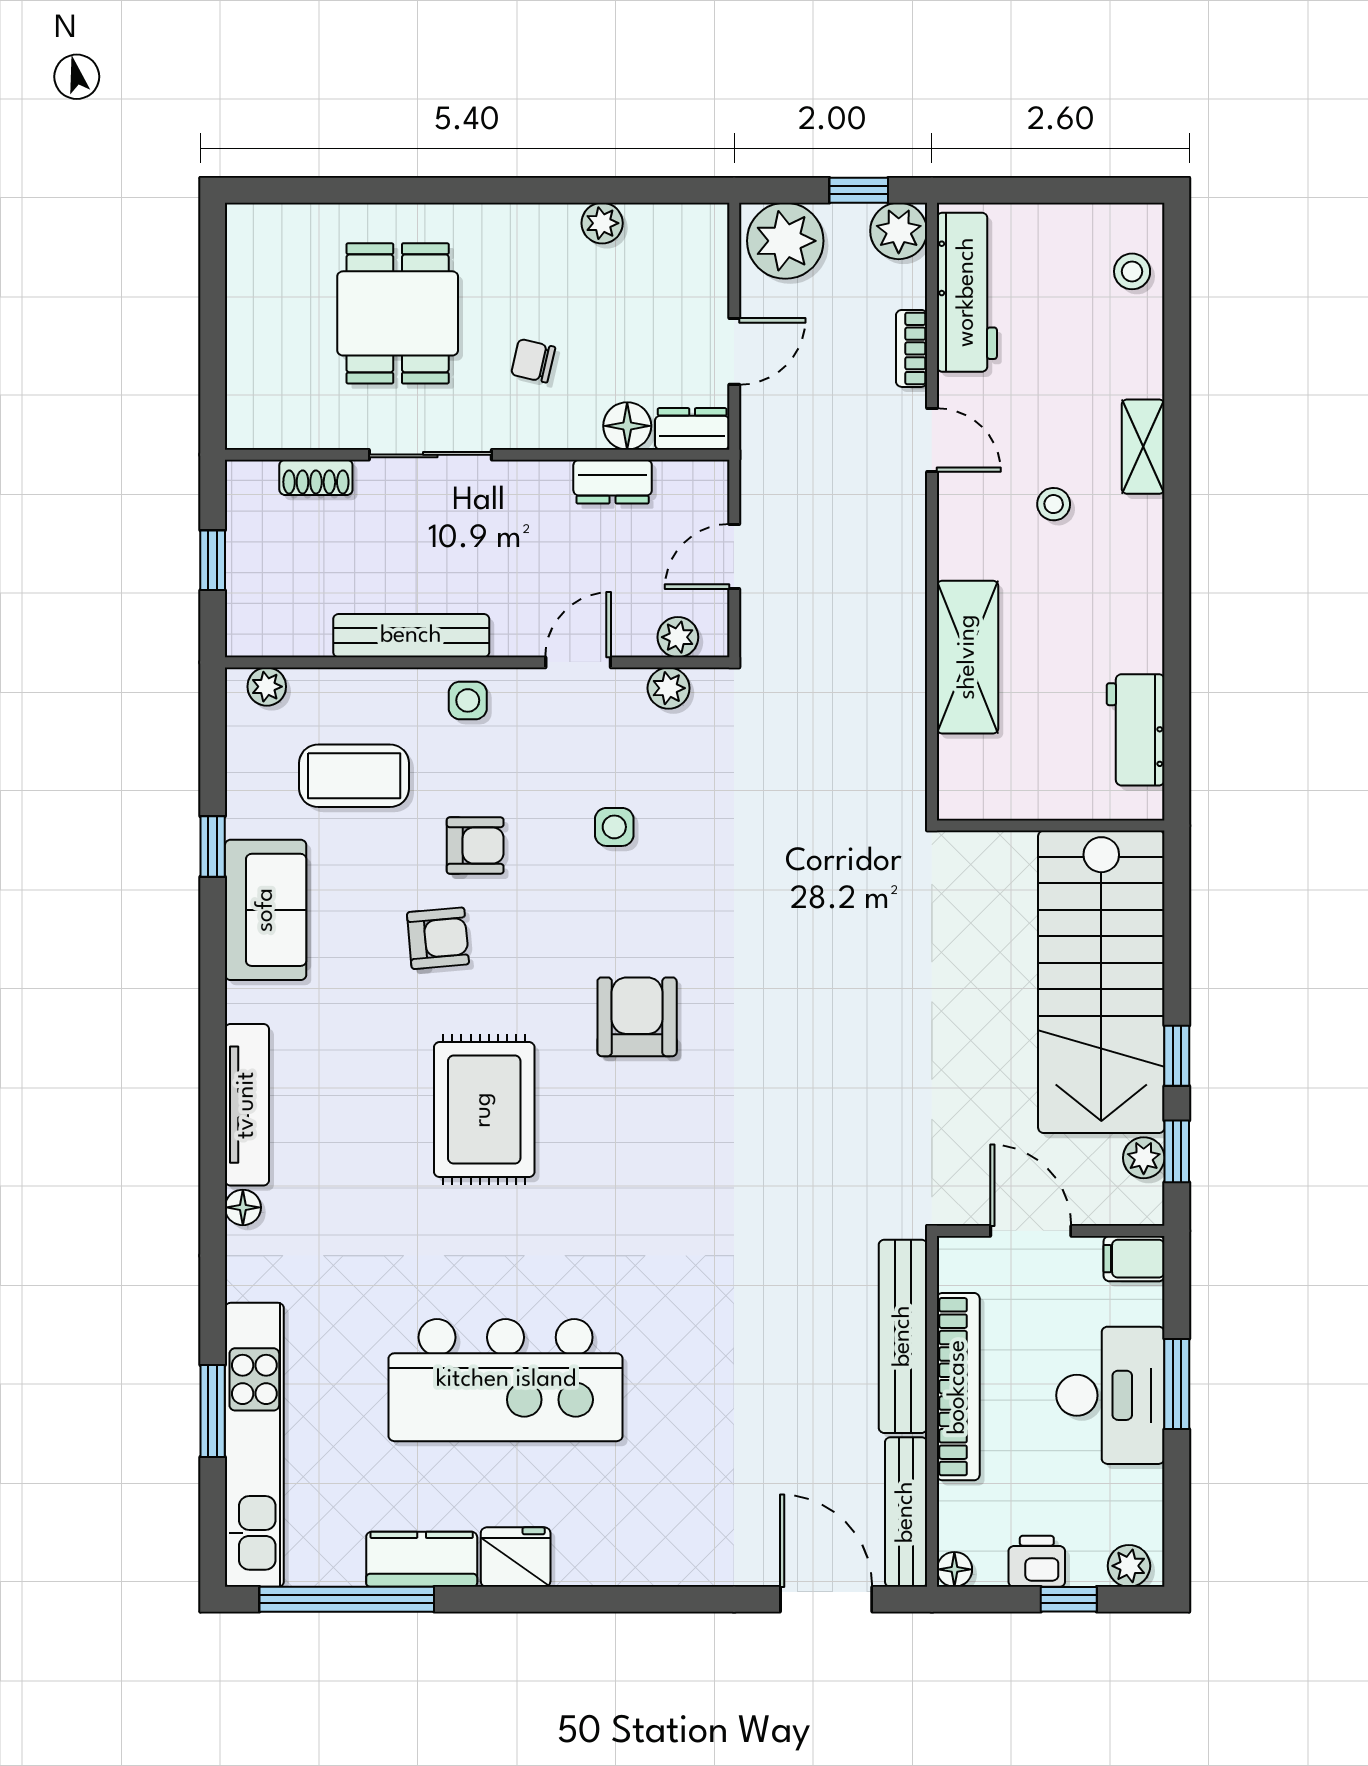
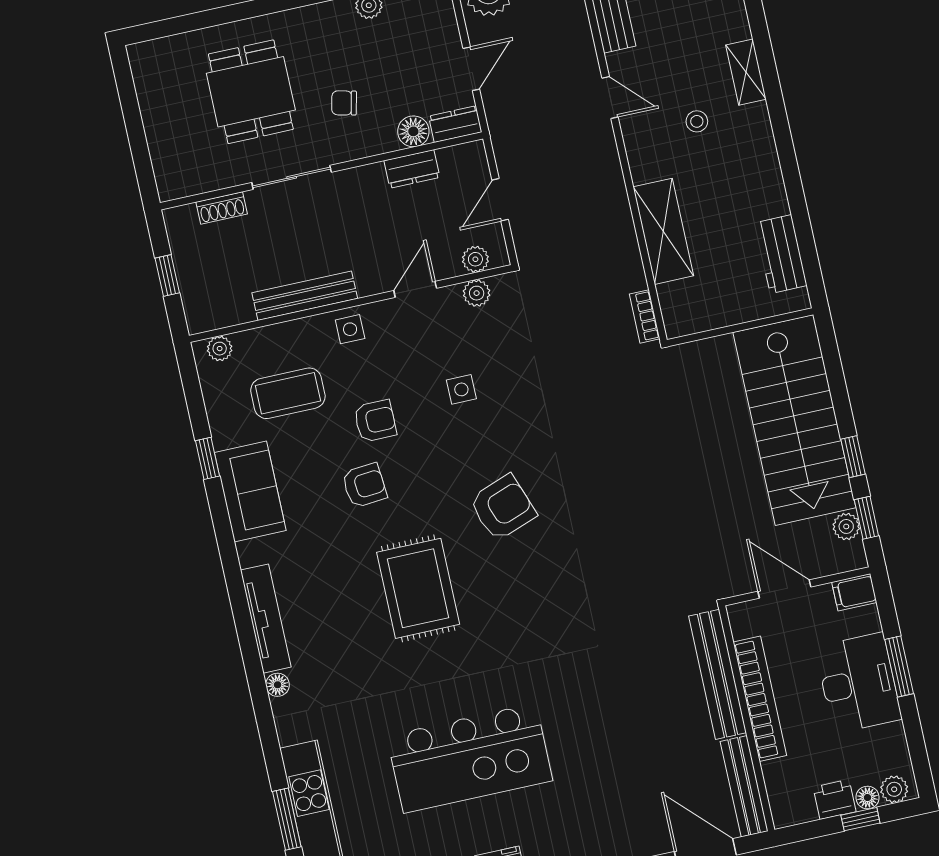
bookcase: (912, 348) -> (645, 316), moved
armchair: (637, 1017) -> (503, 508), turned 70
floor lamp: (954, 1569) -> (867, 798), moved

